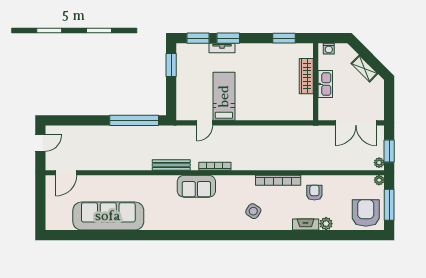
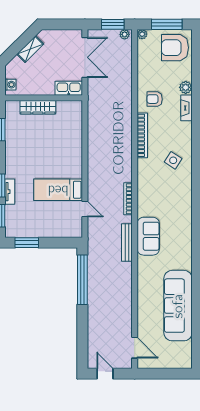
kitchen sink: (325, 84) -> (69, 88), moved
sofa: (196, 186) -> (148, 236), moved

